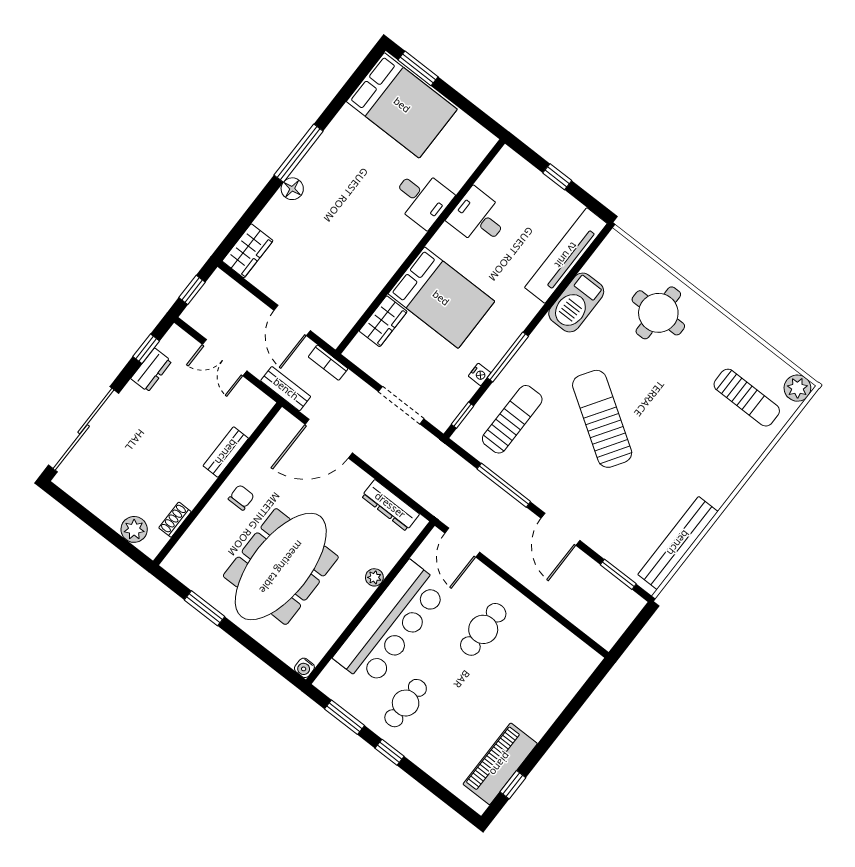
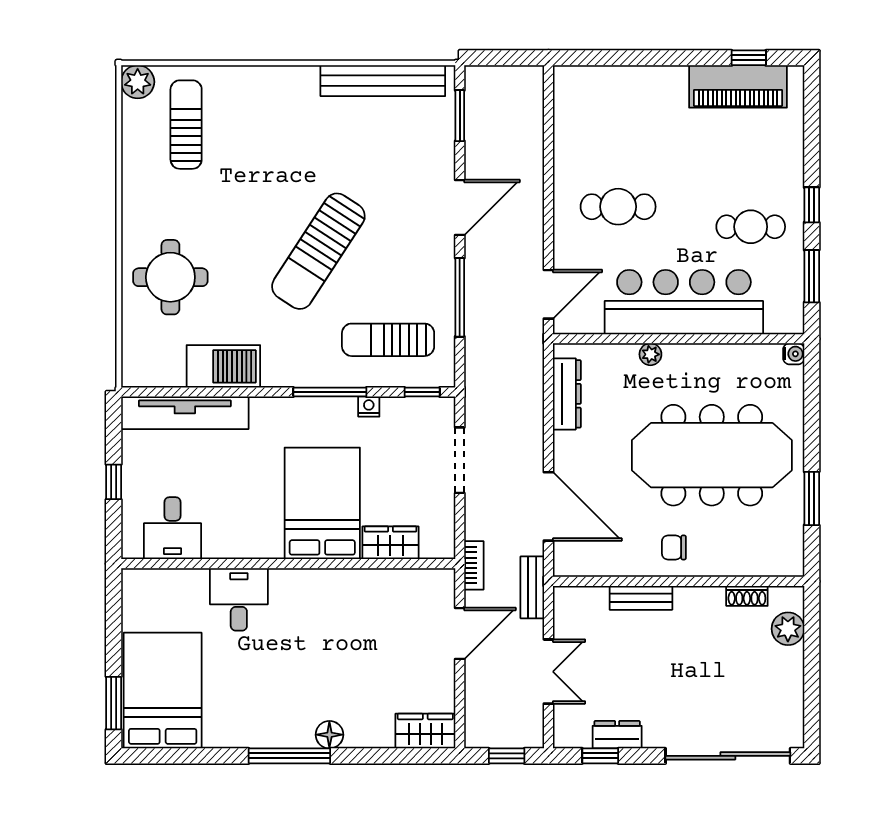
desk: (479, 218) -> (172, 528), moved

